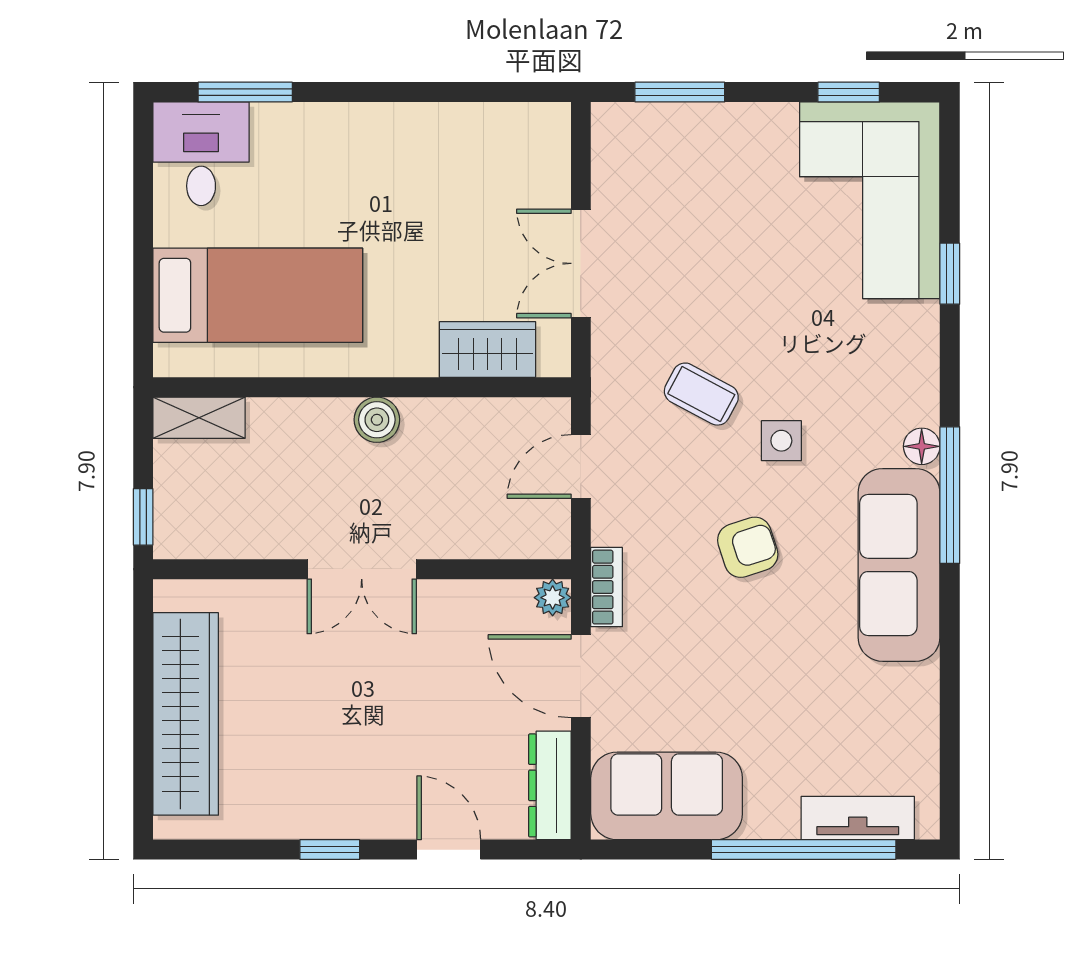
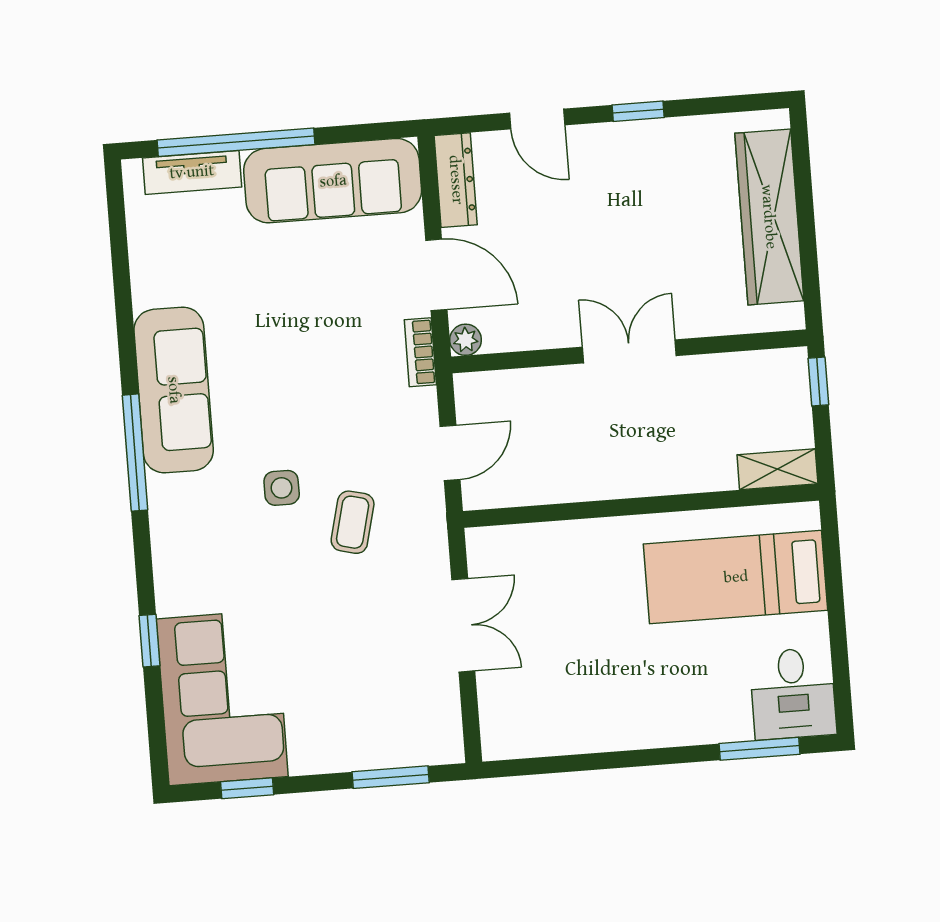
wardrobe: (488, 349) -> (537, 546), removed
coffee table: (701, 394) -> (353, 522), turned 76
boiler: (377, 420) -> (626, 479), removed
floor lamp: (922, 446) -> (162, 492), removed
armchair: (748, 547) -> (303, 395), removed
sofa: (667, 796) -> (333, 181), width x1.36

